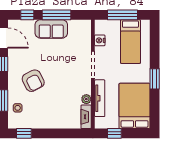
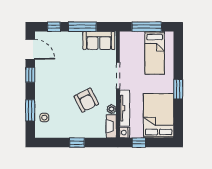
sofa: (51, 29) -> (99, 40), moved
nightstand: (100, 40) -> (125, 133), moved
armchair: (33, 81) -> (86, 100), moved
window: (24, 133) -> (77, 143), moved

